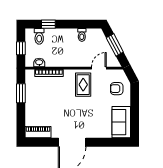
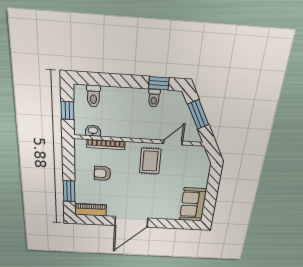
window: (48, 24) -> (159, 83), moved
armchair: (117, 89) -> (102, 173), moved
window: (21, 93) -> (69, 191), moved

